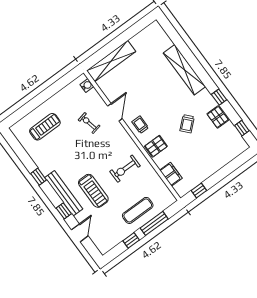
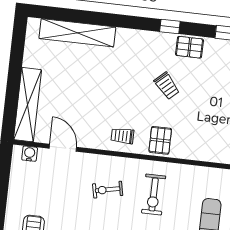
shelving: (184, 70) -> (77, 33), moved
door: (115, 112) -> (63, 148), moved
exercise bike: (89, 123) -> (108, 190), moved
filing cabinet: (171, 174) -> (204, 152), removed

